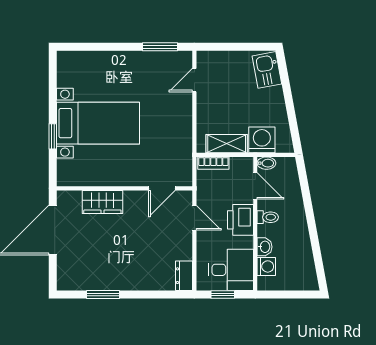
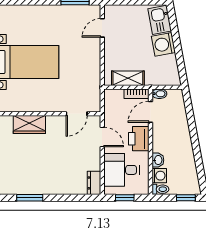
washing machine: (262, 140) -> (163, 44), moved, turned -100
bookcase: (213, 163) -> (137, 94), moved
door: (255, 186) -> (151, 112), swing flipped
toilet: (268, 217) -> (160, 189), moved
desk: (231, 270) -> (121, 170), moved, turned 180
window: (300, 295) -> (186, 198), added

